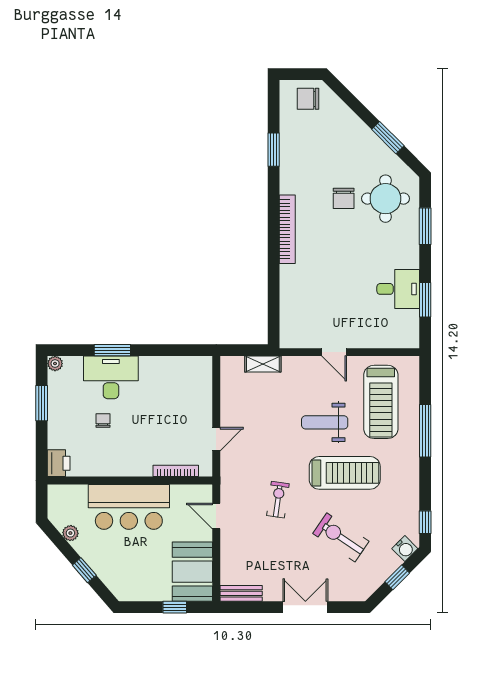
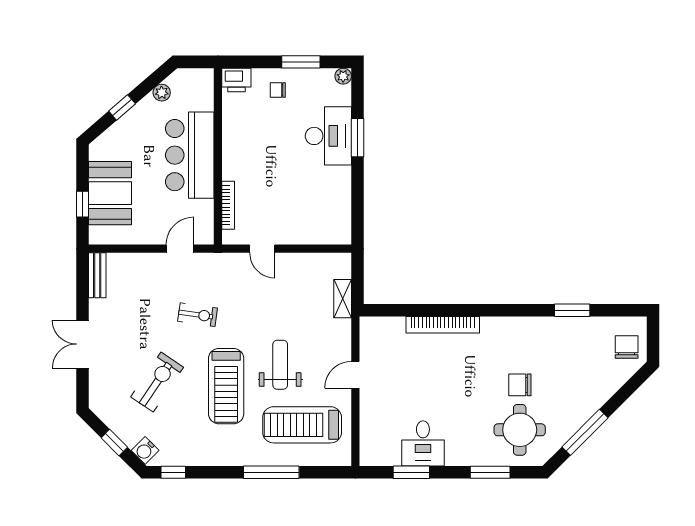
window: (388, 138) -> (585, 432), width x1.44
bookcase: (287, 229) -> (443, 325), moved
chair: (103, 420) -> (278, 90), moved, turned 180
booth: (192, 572) -> (110, 193), moved, turned 90
double door: (305, 607) -> (82, 344), swing flipped

